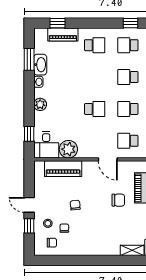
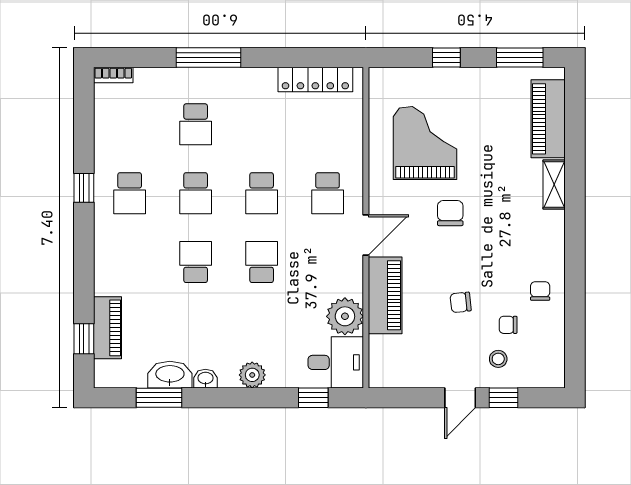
school desk: (95, 45) -> (196, 262), moved
piano: (63, 169) -> (385, 295), moved
chair: (52, 243) -> (540, 291), moved

